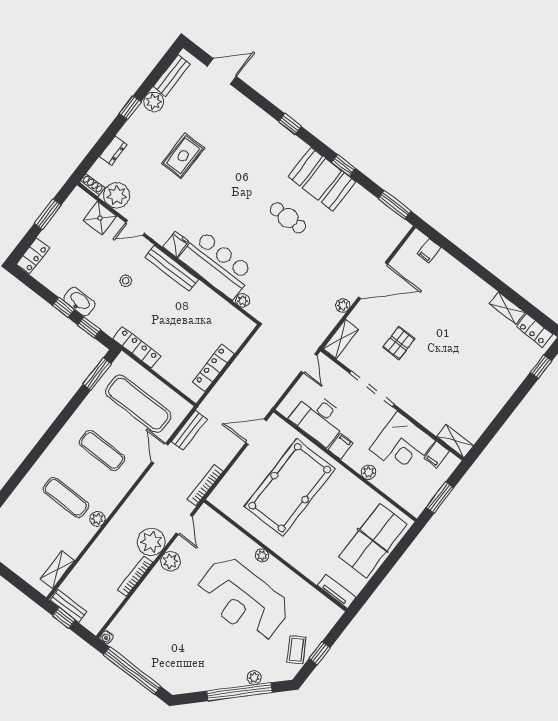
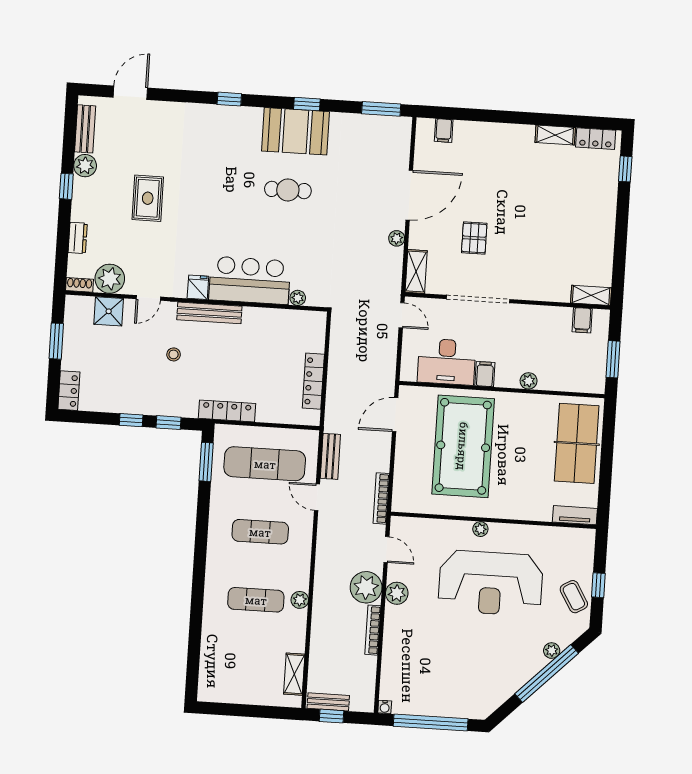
washbasin: (79, 302) -> (143, 404), removed
corner desk: (402, 445) -> (543, 333), removed

